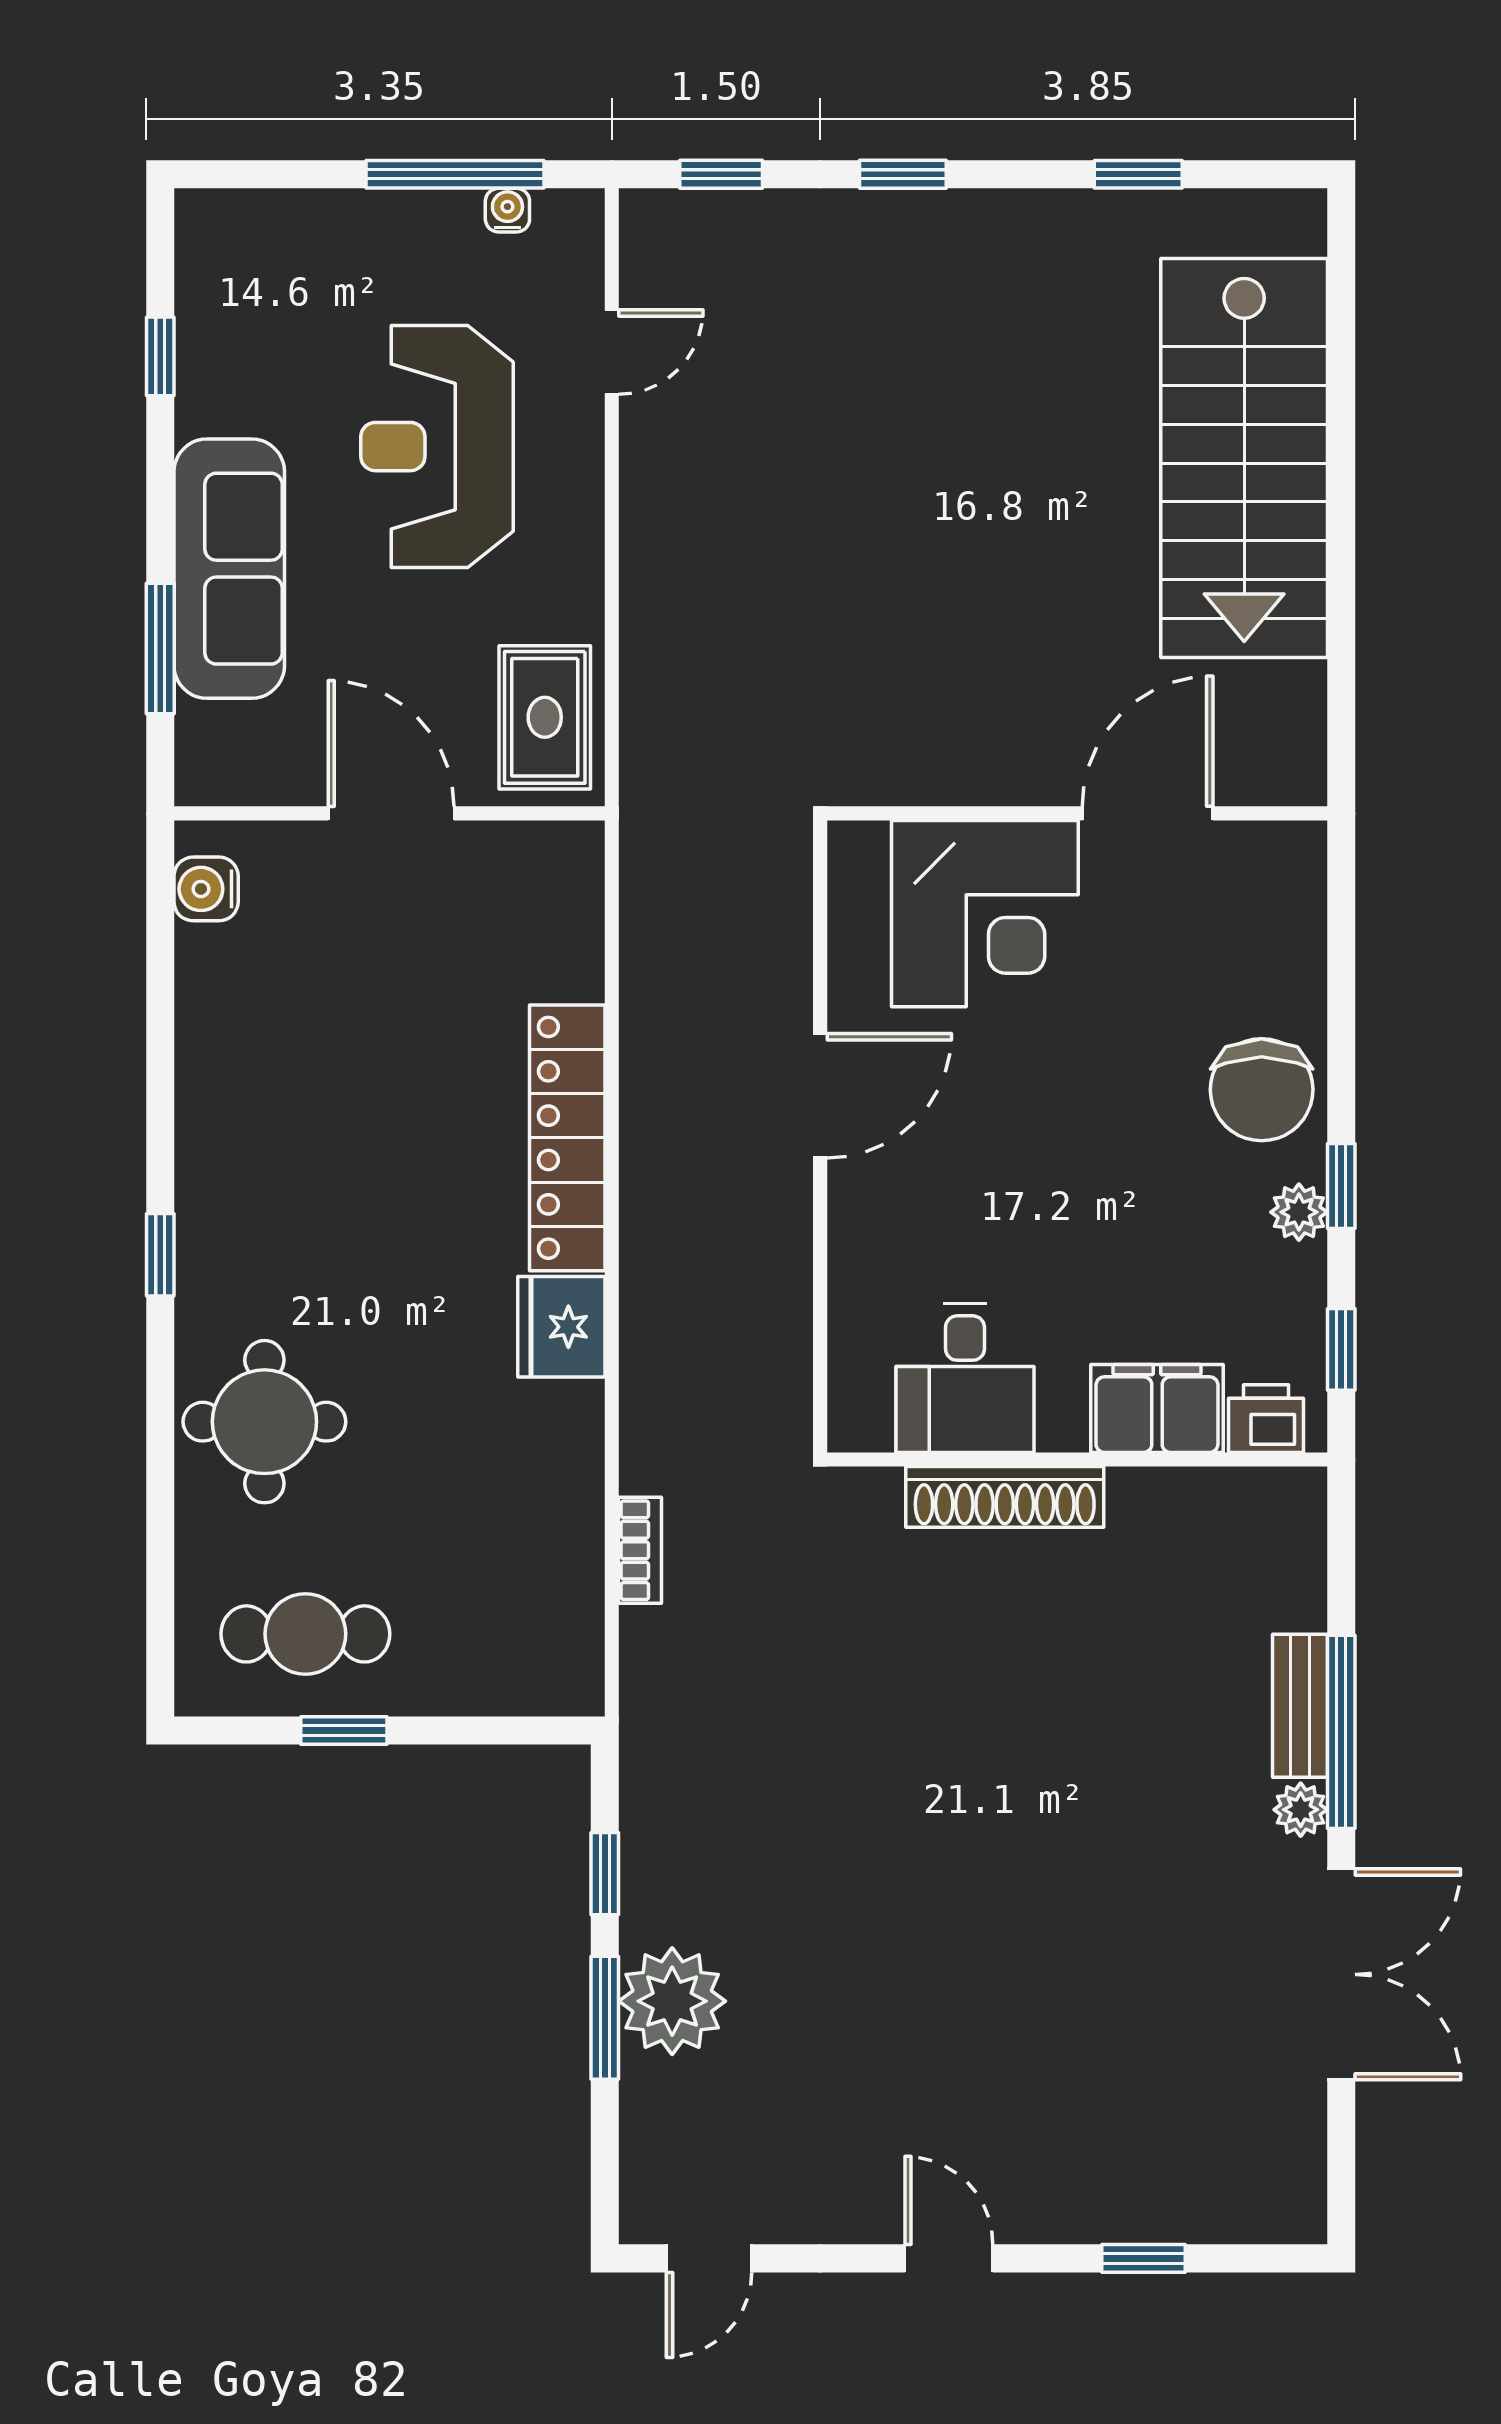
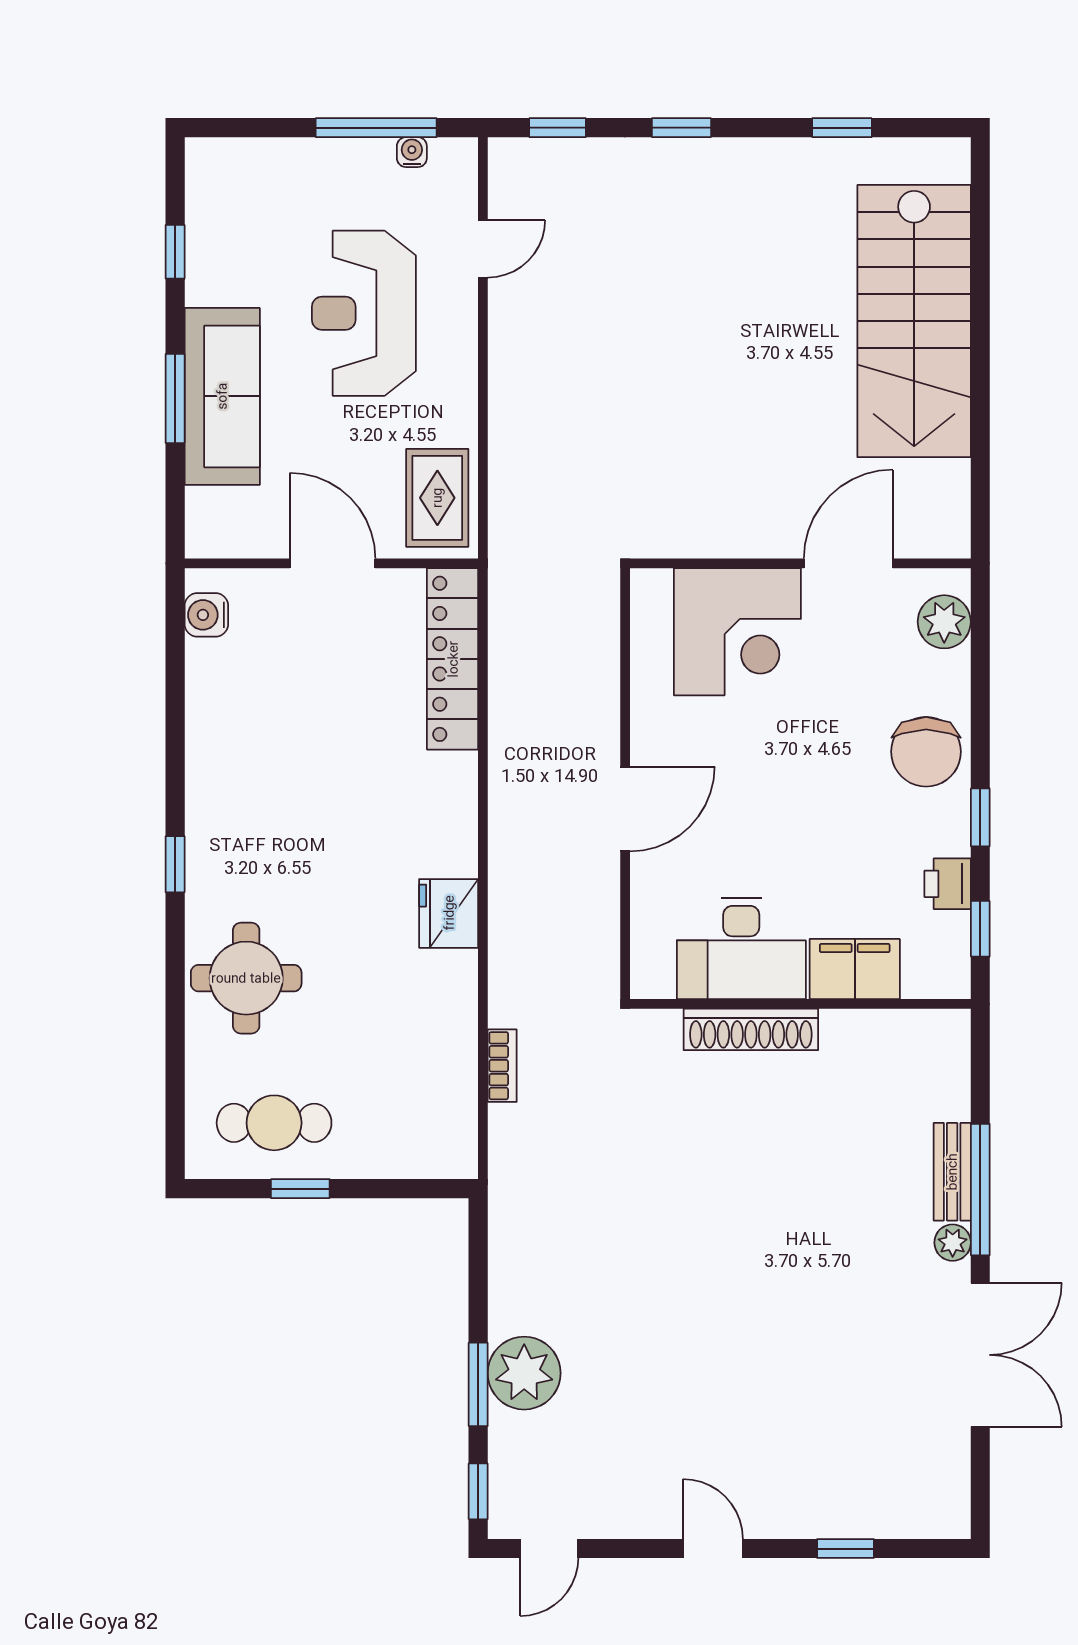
window: (160, 648) -> (175, 398), moved
door: (820, 1096) -> (625, 809), moved
locker: (567, 1138) -> (453, 659), moved
plant: (1299, 1212) -> (944, 622), moved, width x1.38, depth x1.38
desk: (965, 1378) -> (741, 948), width x1.37
printer: (1266, 1419) -> (948, 884), moved, turned -90
window: (605, 1874) -> (478, 1491), moved

